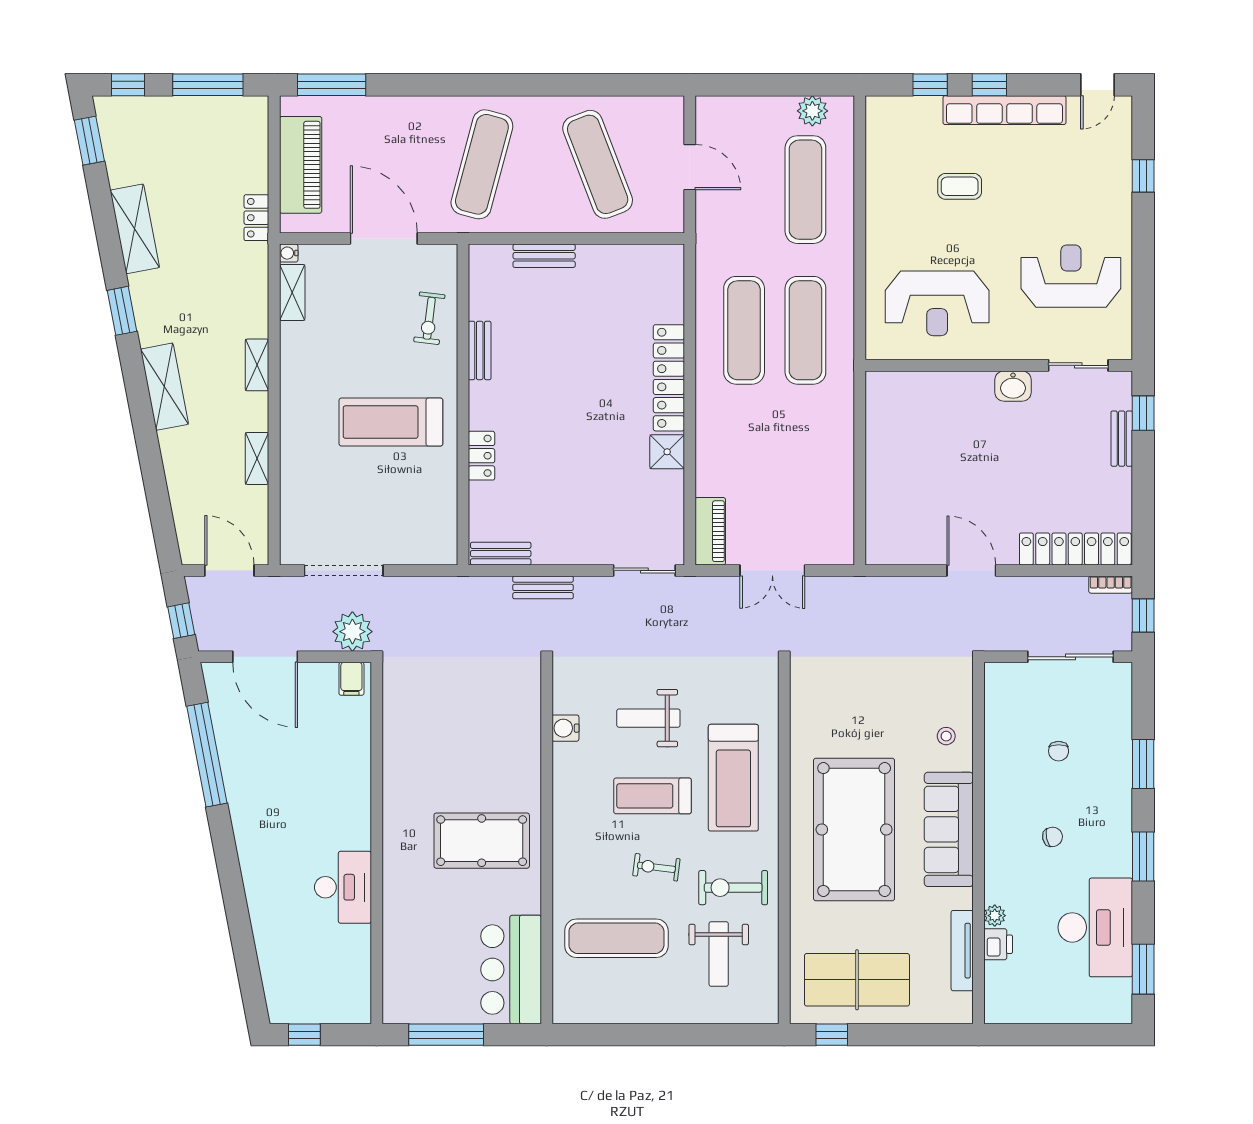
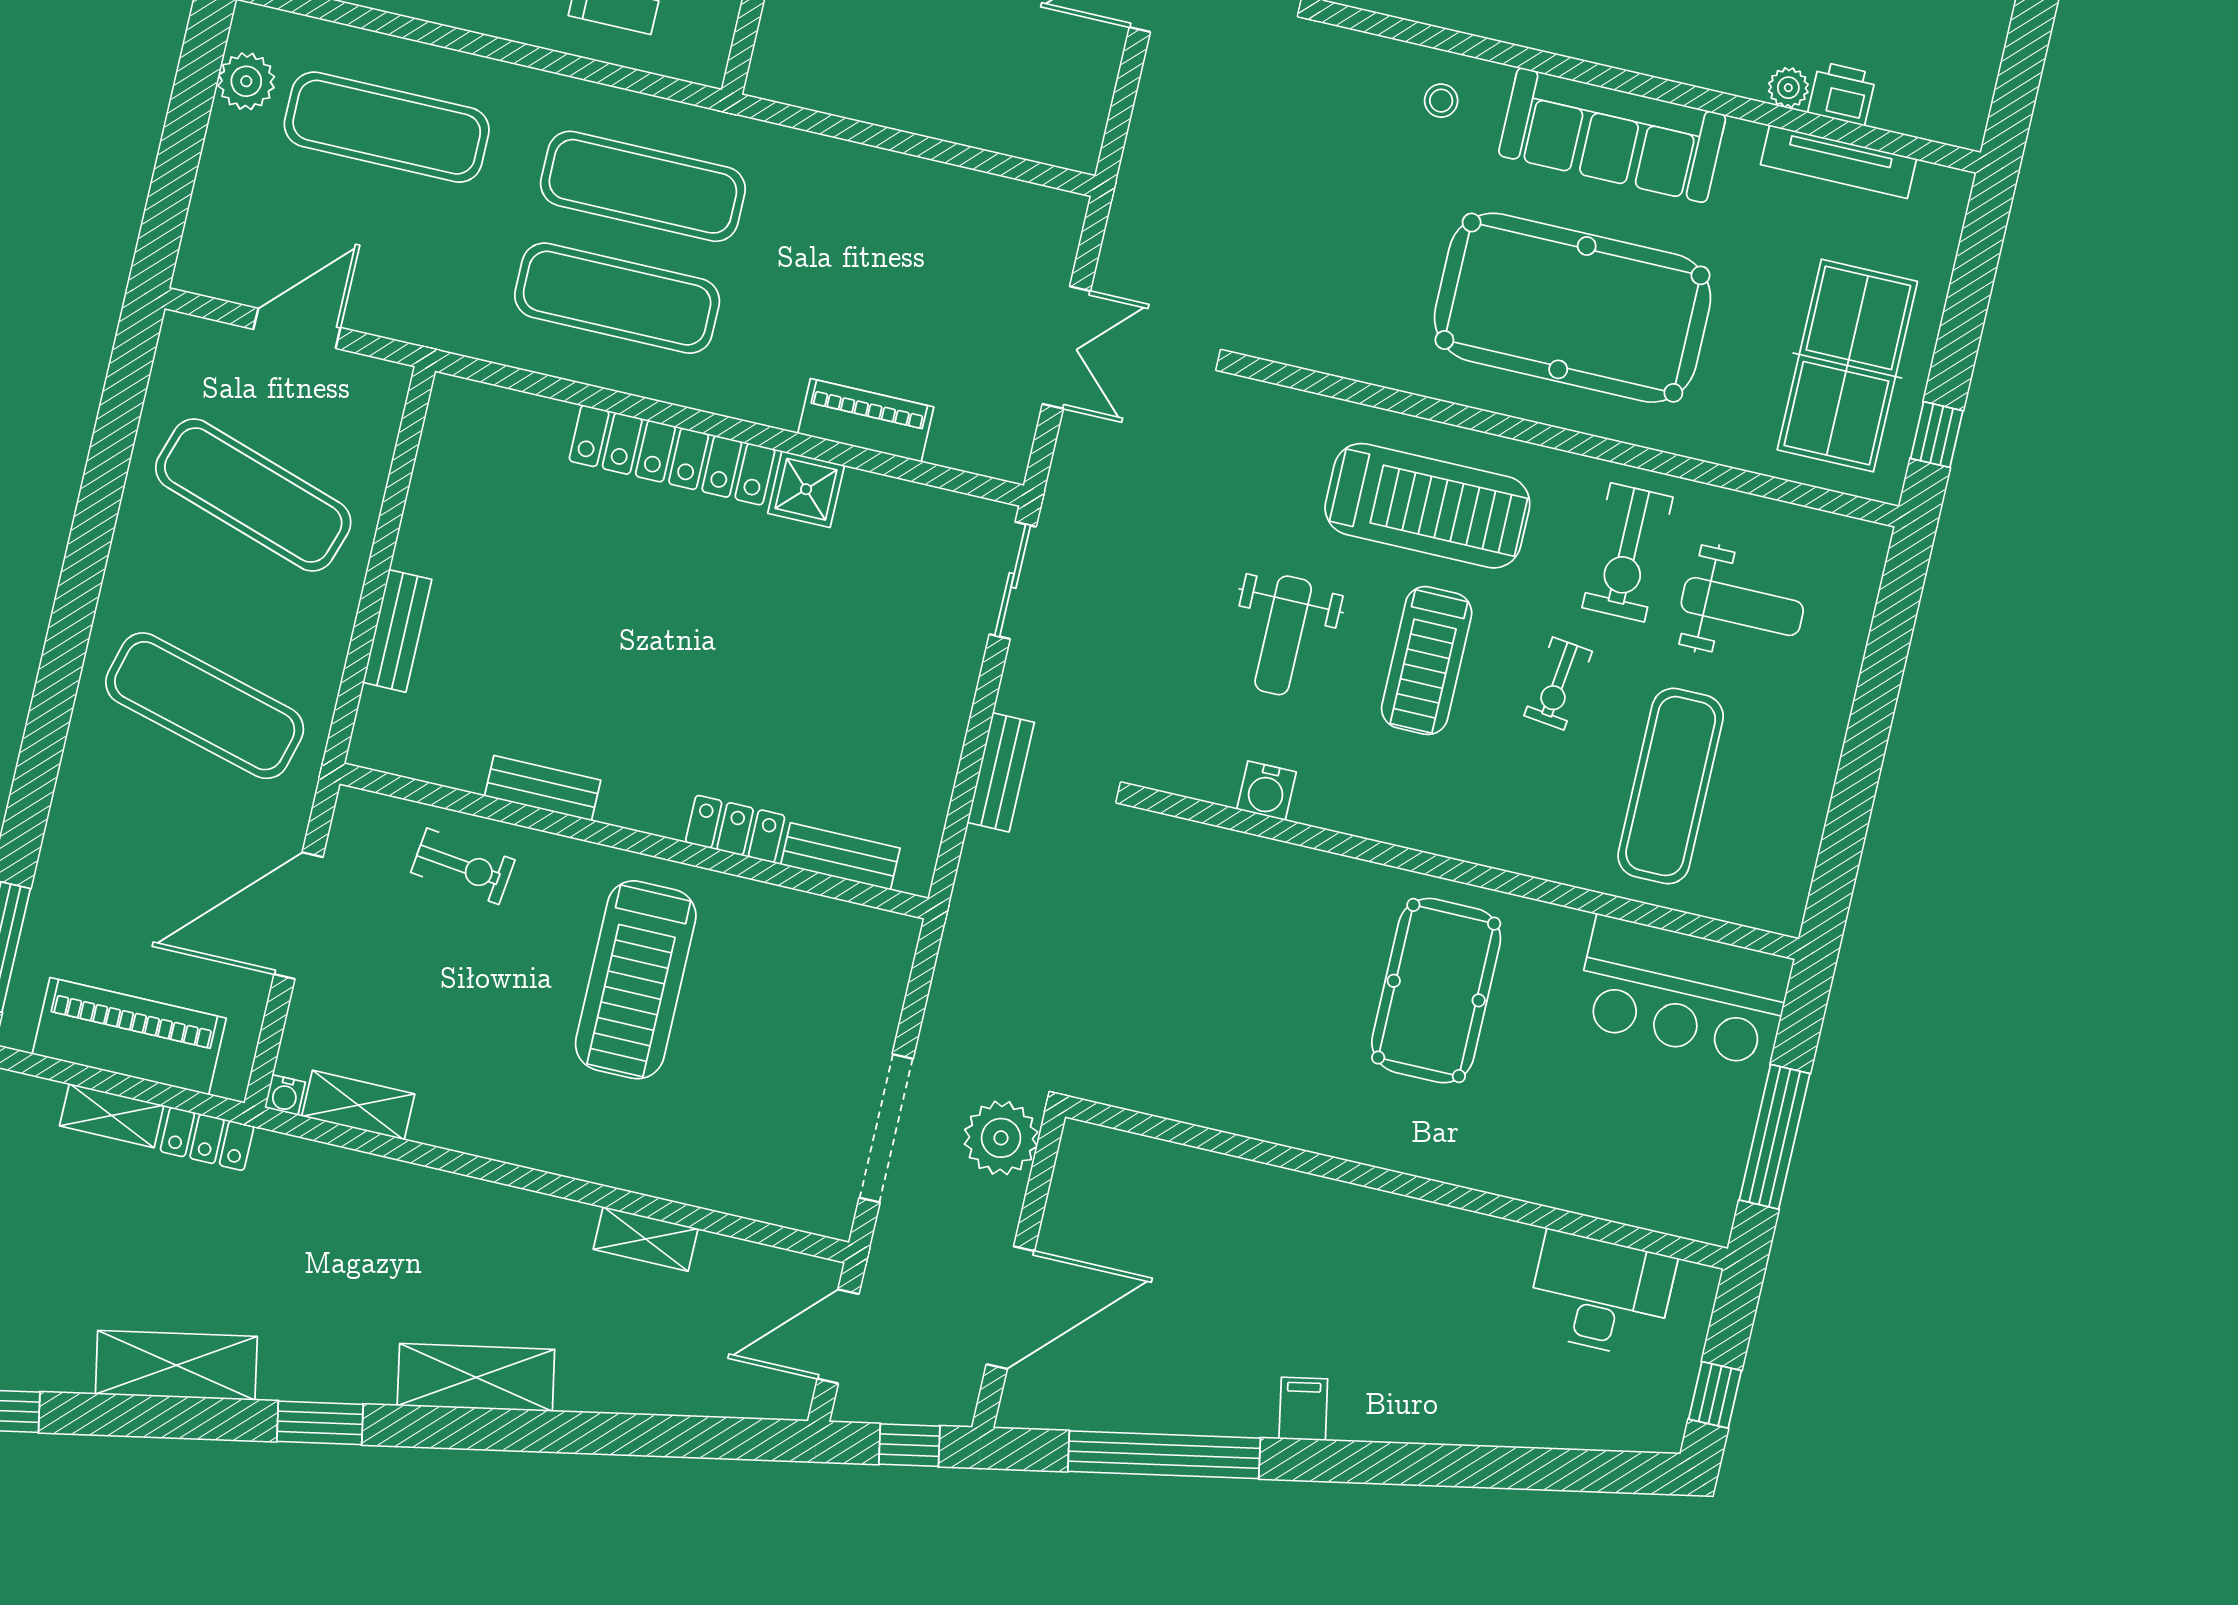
exercise mat: (598, 164) -> (253, 495), turned 39
shelving: (257, 365) -> (112, 1116), moved
piano: (710, 531) -> (866, 420), moved
bench: (501, 554) -> (840, 856), moved, turned 90
filing cabinet: (351, 679) -> (1303, 1409), moved, turned -101
desk: (343, 887) -> (1601, 1295), moved

